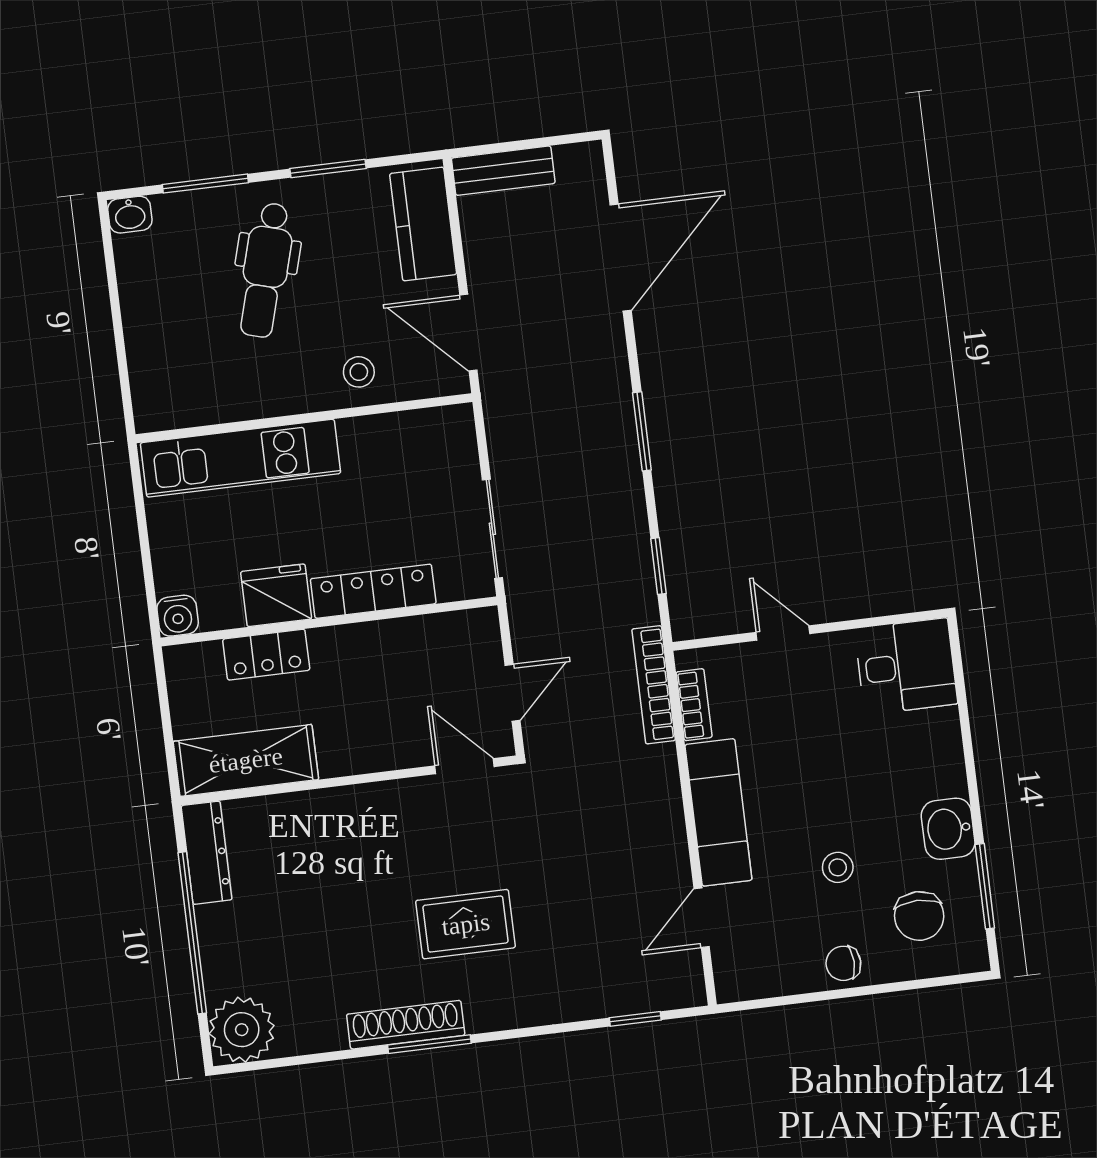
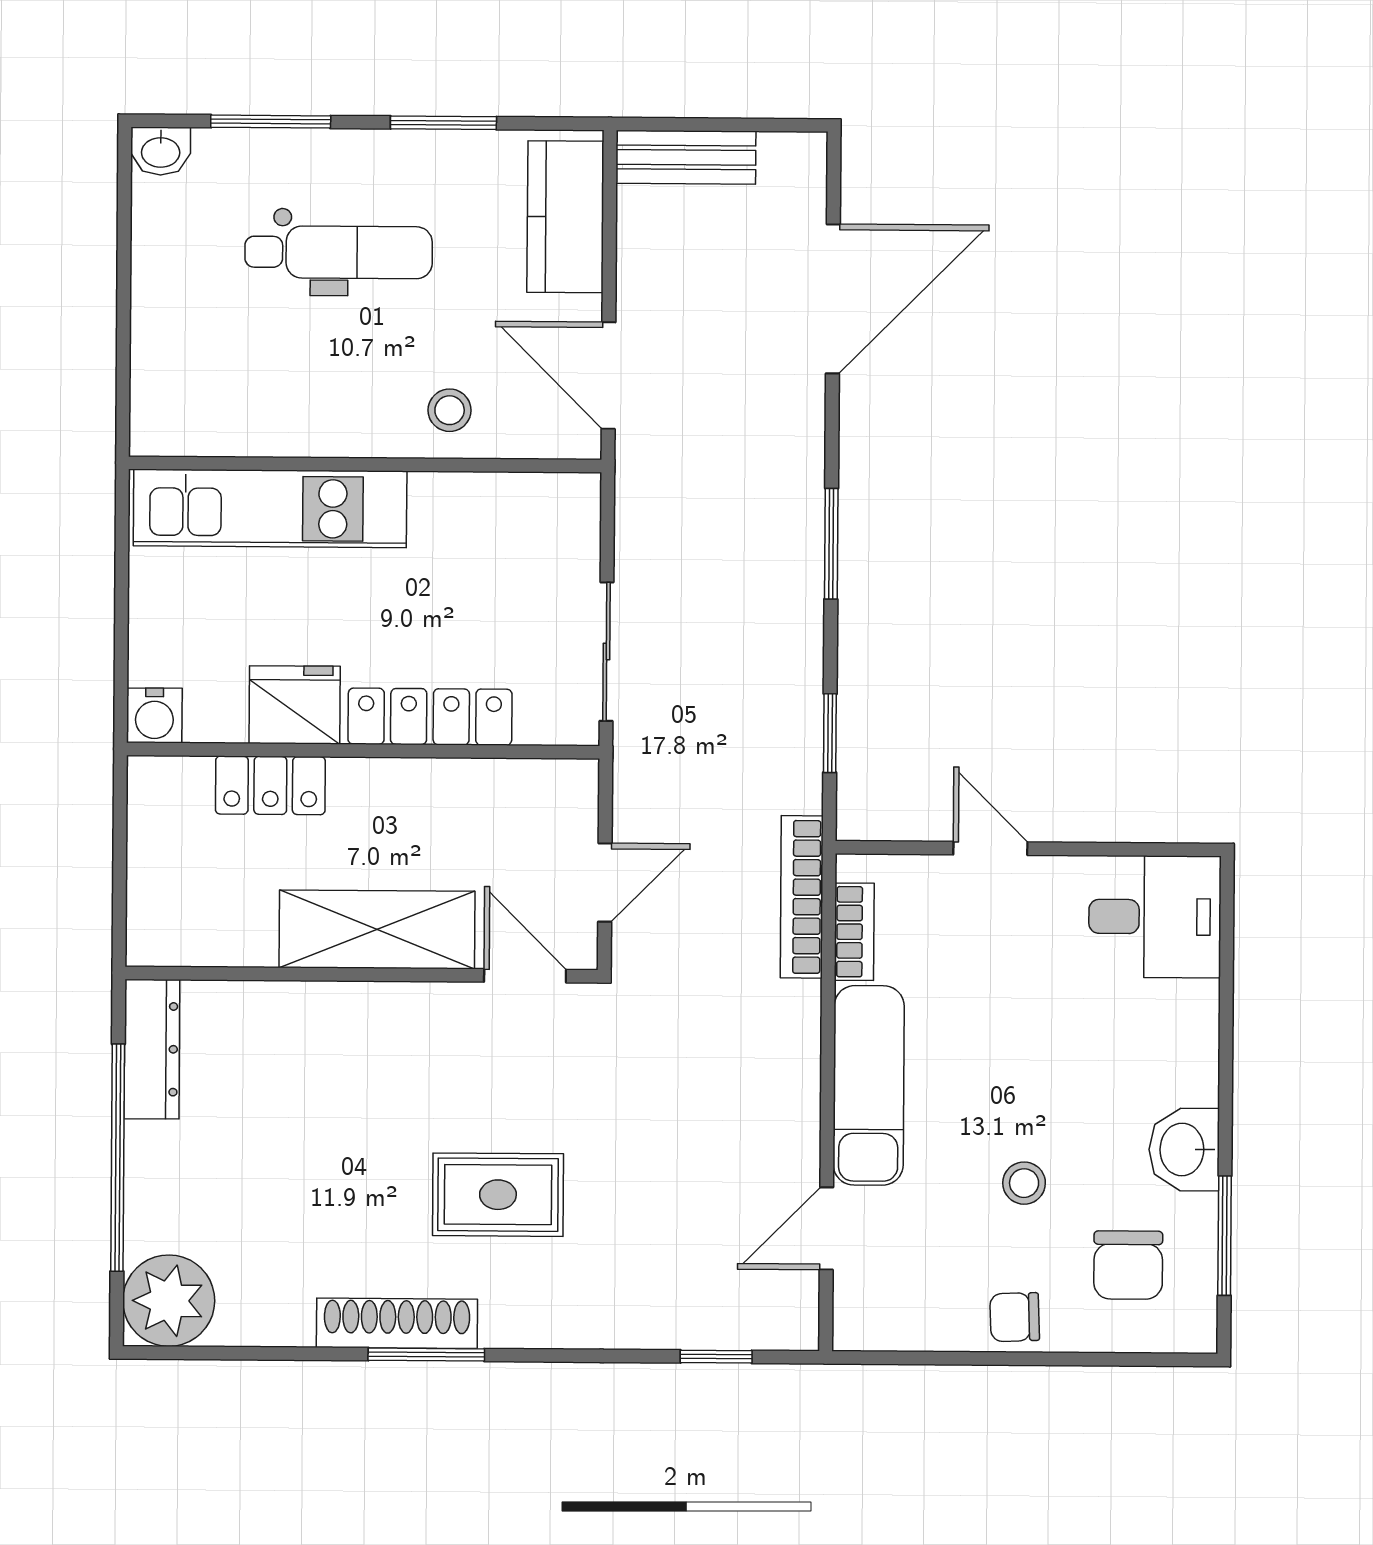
dental chair: (266, 270) -> (339, 252), turned -106
shelving: (246, 760) -> (377, 929), moved

